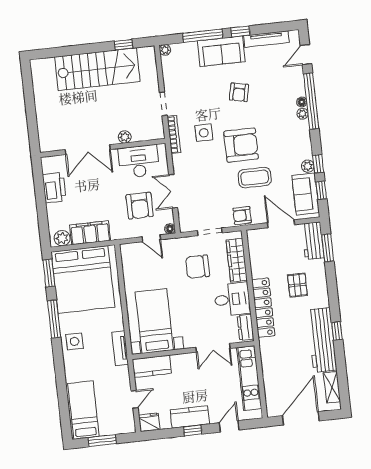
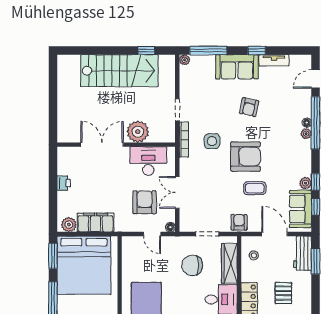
window: (203, 36) -> (208, 50), moved
tv unit: (266, 39) -> (274, 60), width x0.71
plant: (125, 137) -> (138, 132), width x1.87, depth x1.87
double door: (88, 150) -> (102, 145), swing flipped
coffee table: (255, 178) -> (255, 188), width x0.73, depth x0.77
printer: (54, 188) -> (64, 183), width x0.53, depth x0.68
armchair: (140, 206) -> (145, 202), turned 180
armchair: (242, 215) -> (239, 222), turned 90
stool: (262, 249) -> (254, 255), added

